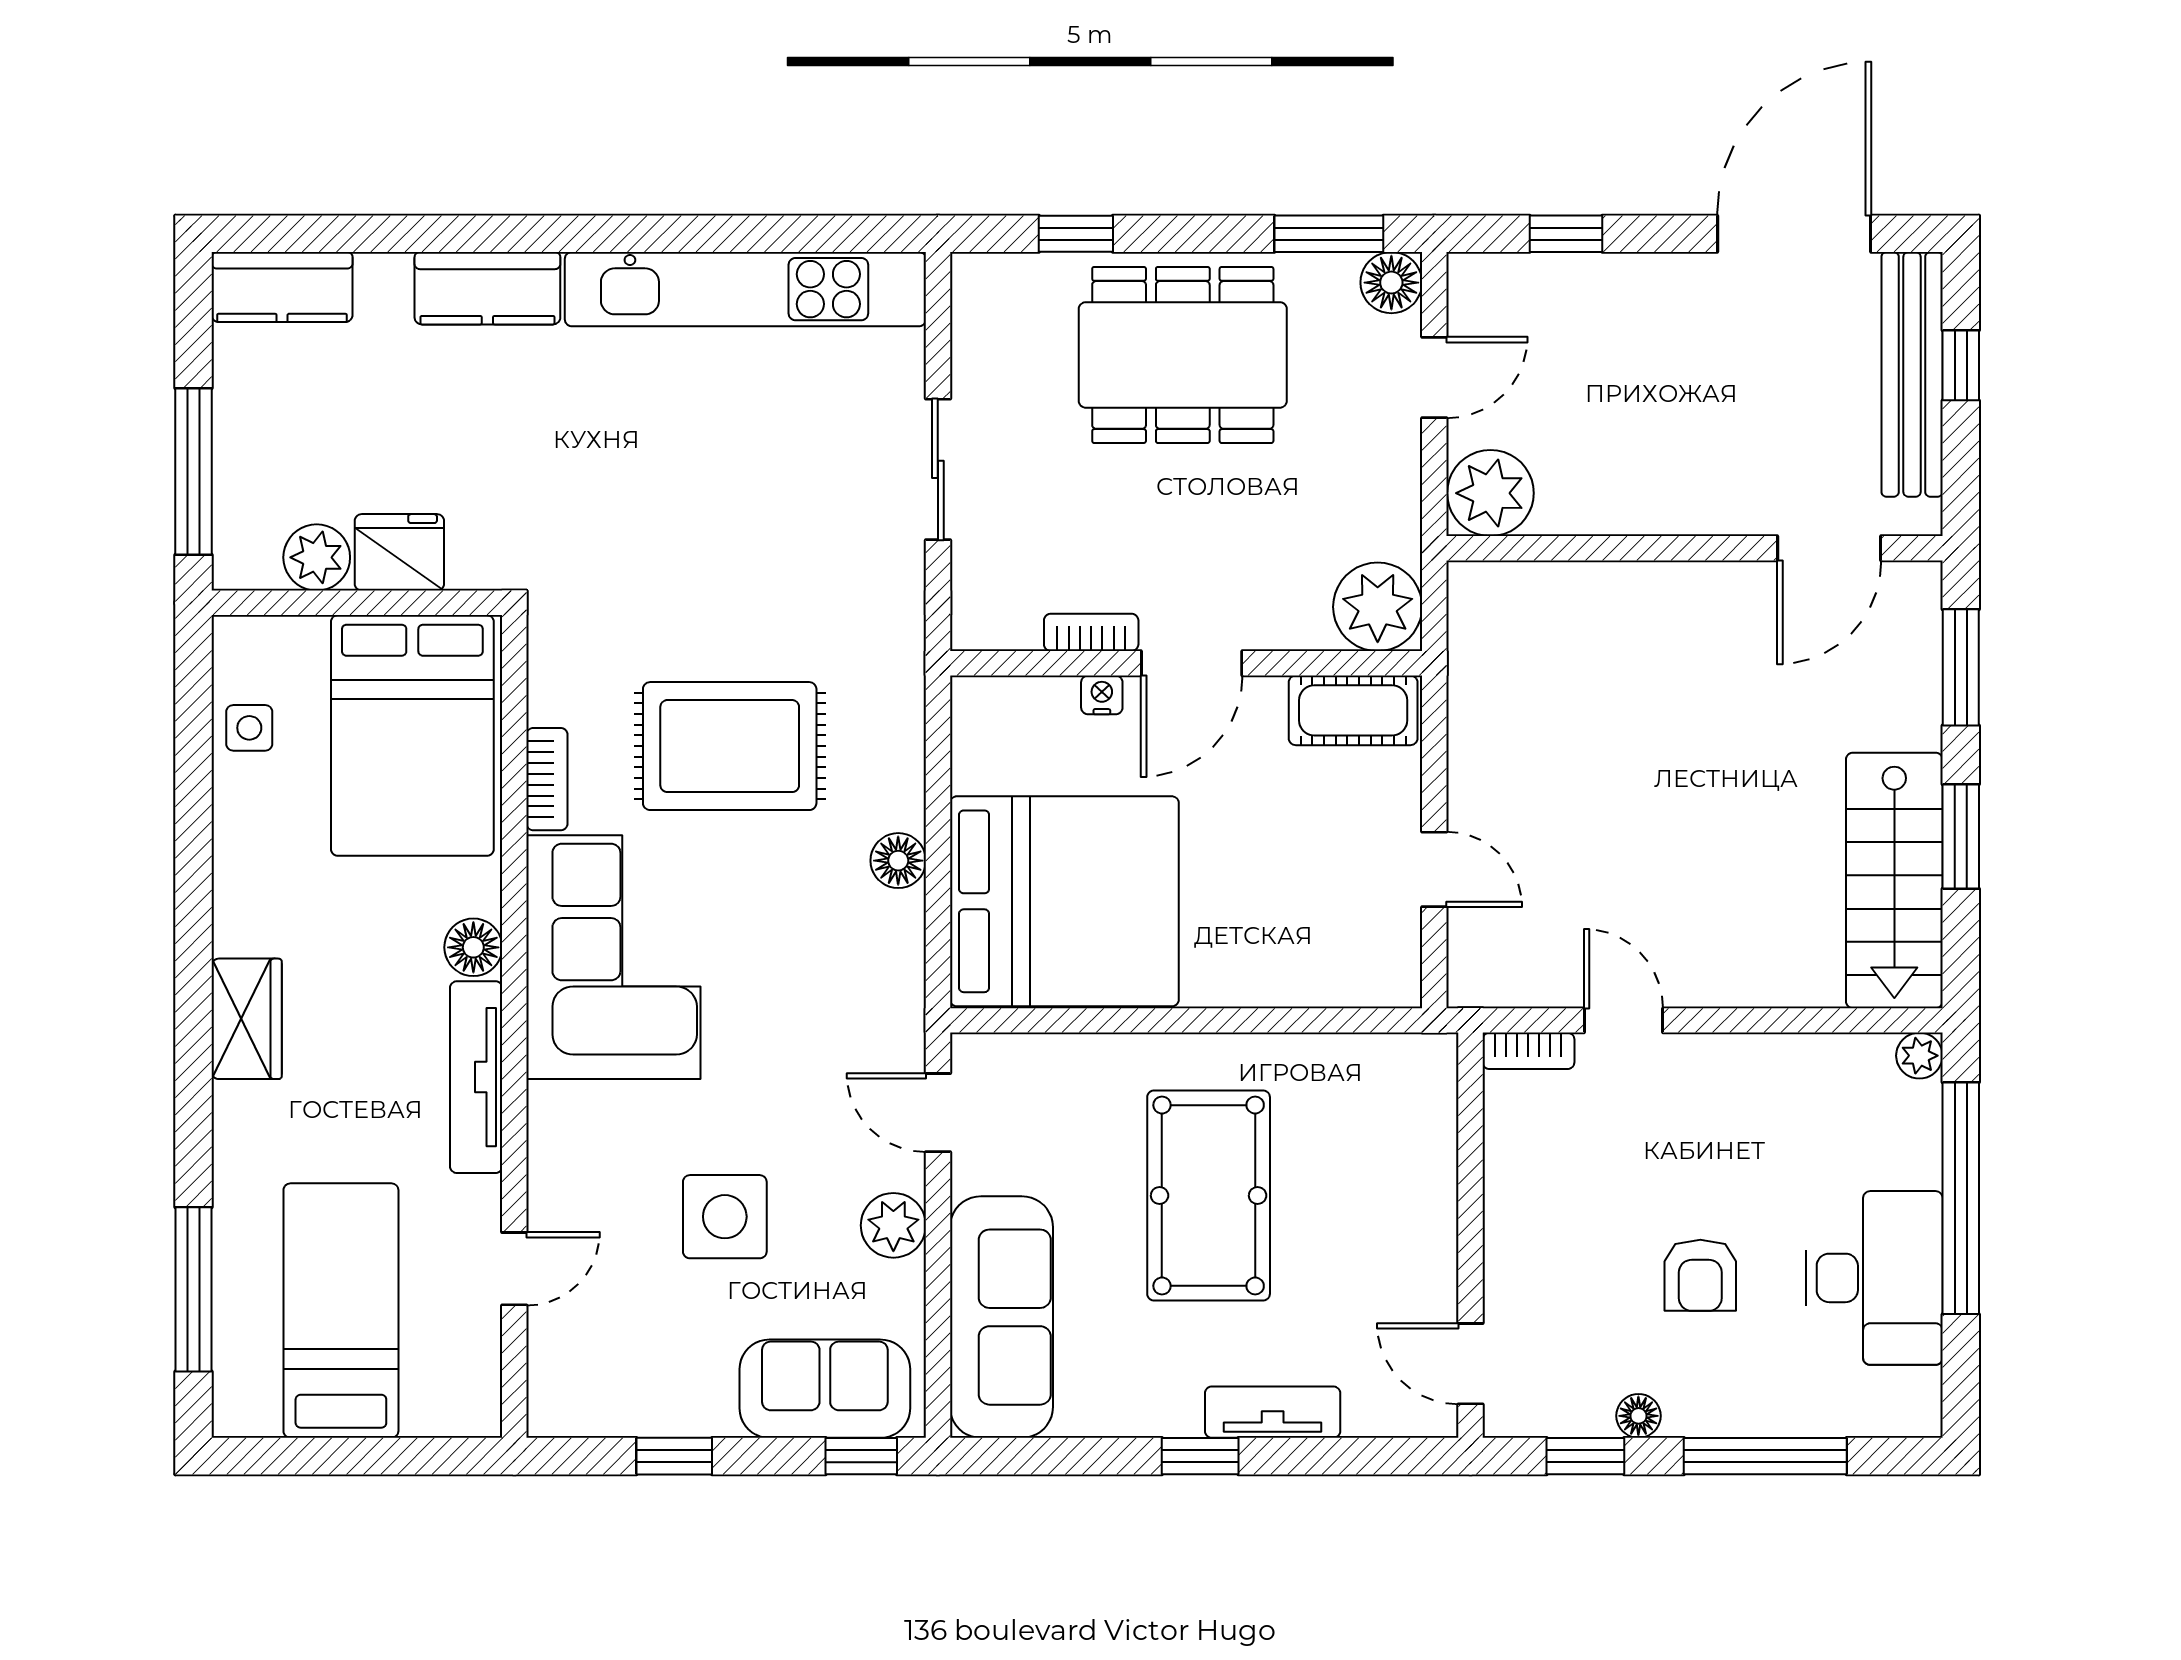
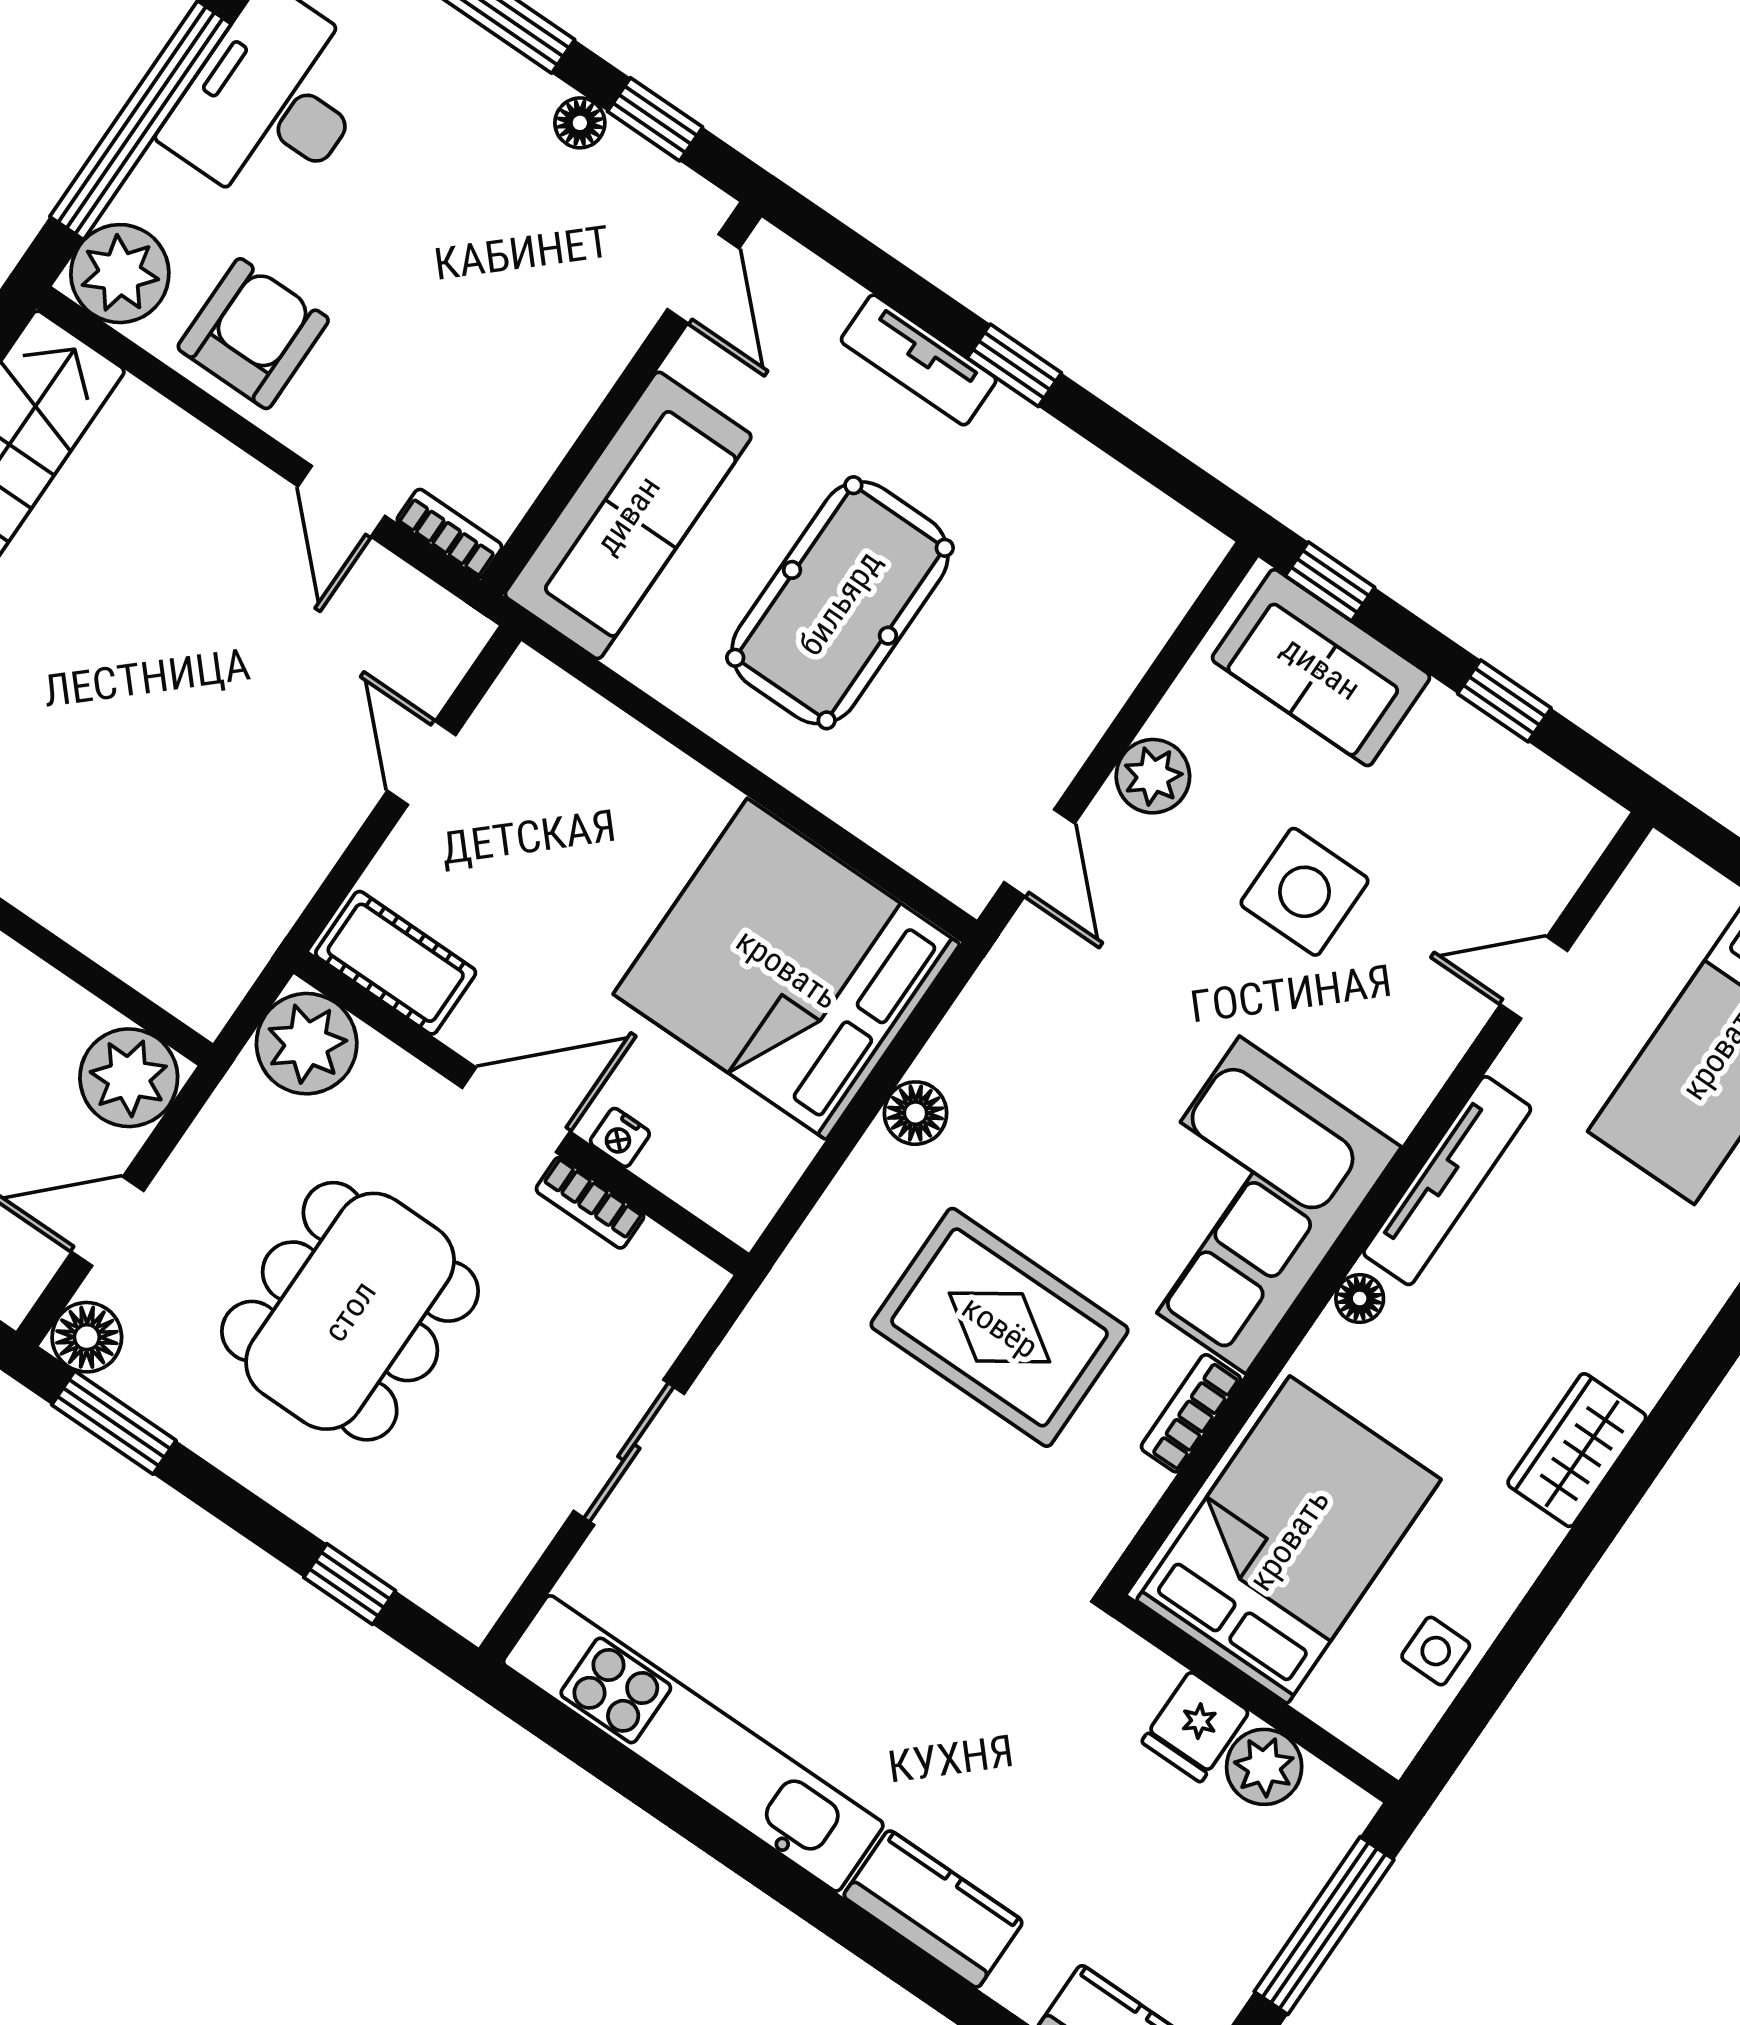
dining table: (1183, 355) -> (350, 1311), moved, turned 90
fridge: (399, 552) -> (1195, 1727), width x0.72
floor lamp: (473, 947) -> (1360, 1298), width x0.73, depth x0.73
wardrobe: (247, 1019) -> (1577, 1450), moved
plant: (1919, 1056) -> (120, 274), width x1.88, depth x1.88
armchair: (1700, 1275) -> (253, 334), moved, width x1.38, depth x1.38
sofa: (1001, 1317) -> (628, 515), moved, turned 180

